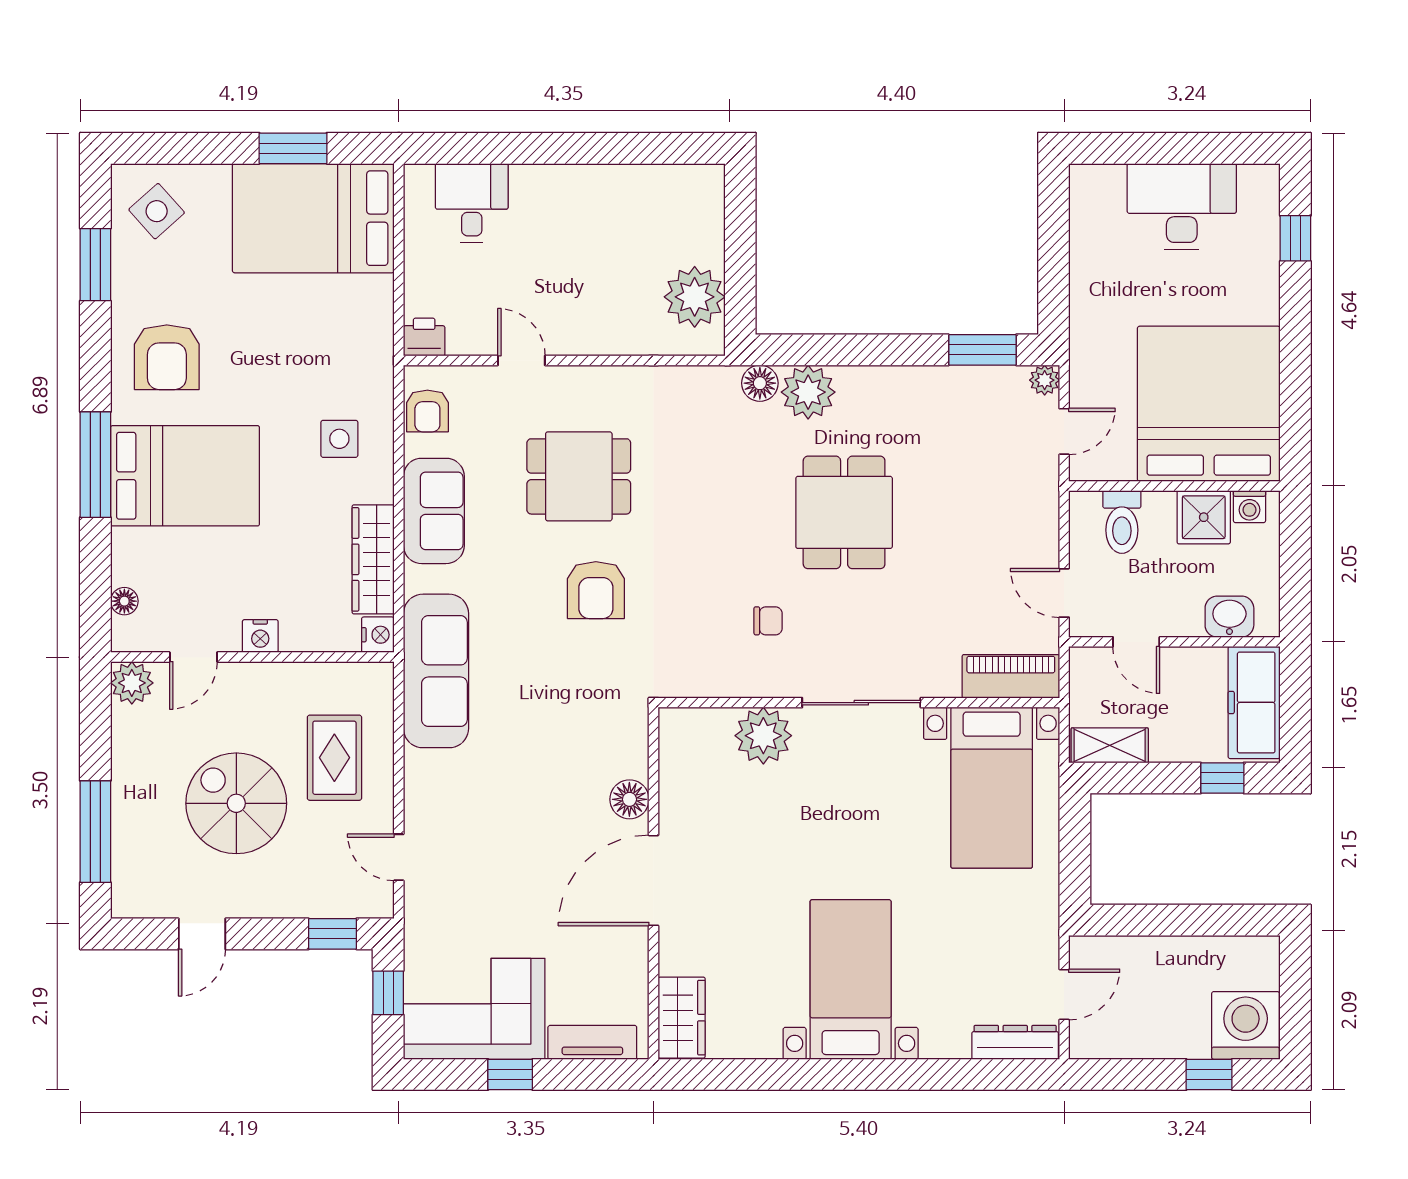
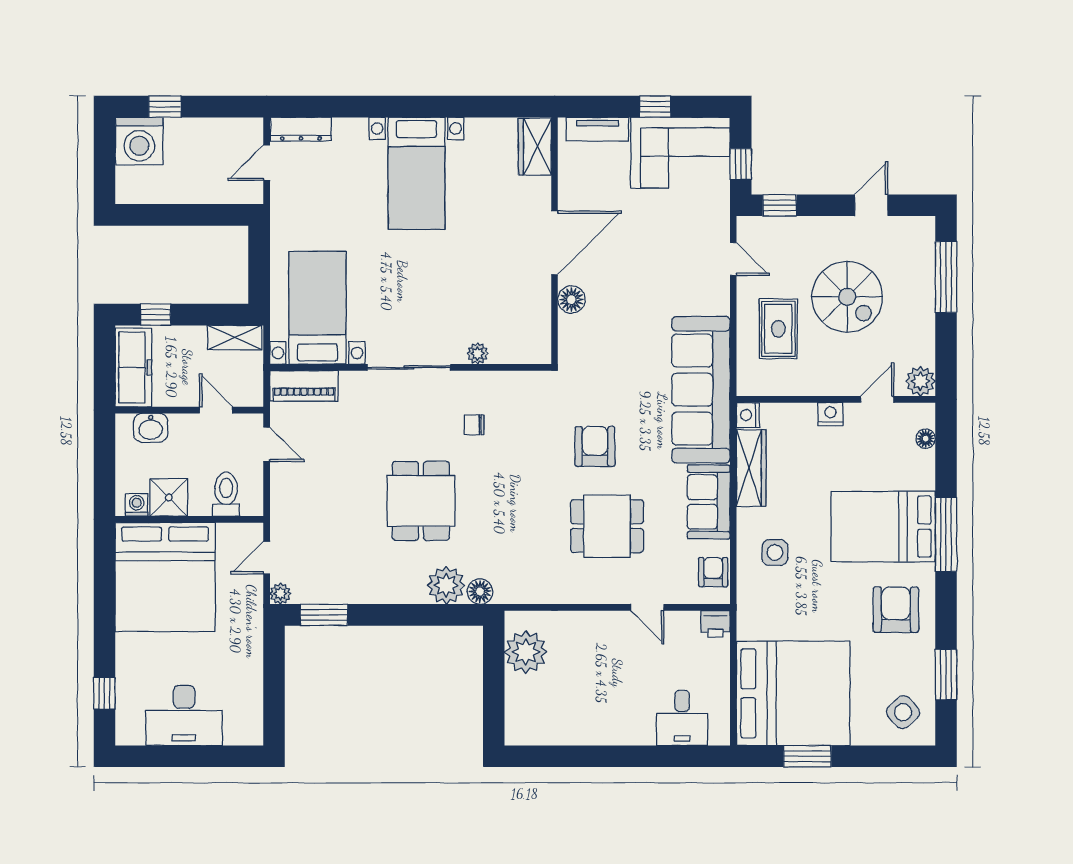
bed: (313, 218) -> (793, 693), width x1.36
sofa: (436, 671) -> (701, 390), width x1.36, depth x1.27
plant: (763, 736) -> (478, 354), width x0.53, depth x0.53

